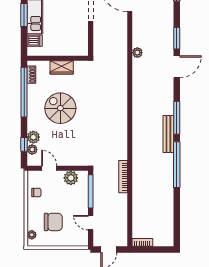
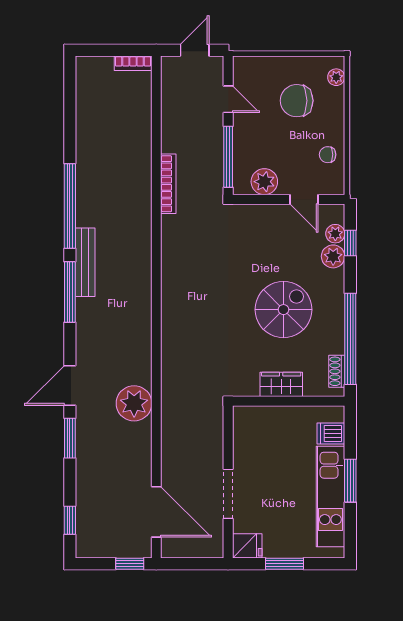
plant: (137, 53) -> (134, 403), width x1.88, depth x1.88
spiral stairs: (60, 108) -> (283, 310), turned -90

